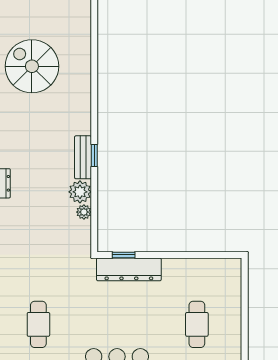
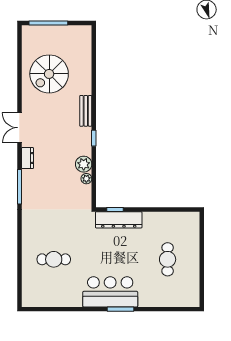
spiral stairs: (32, 66) -> (49, 74), turned -90
bench: (83, 157) -> (86, 111), moved
cafe table: (38, 324) -> (54, 259), turned 90

